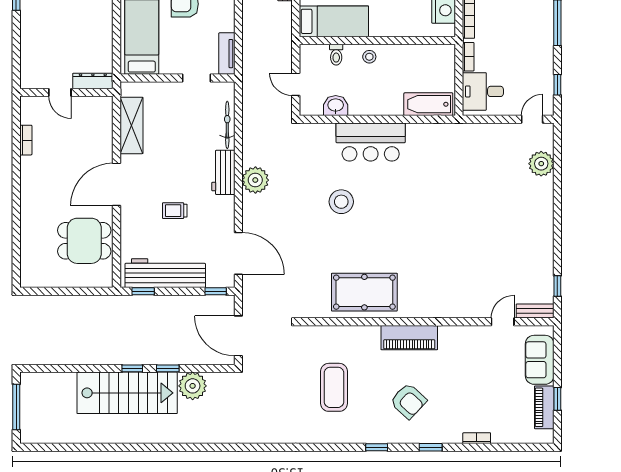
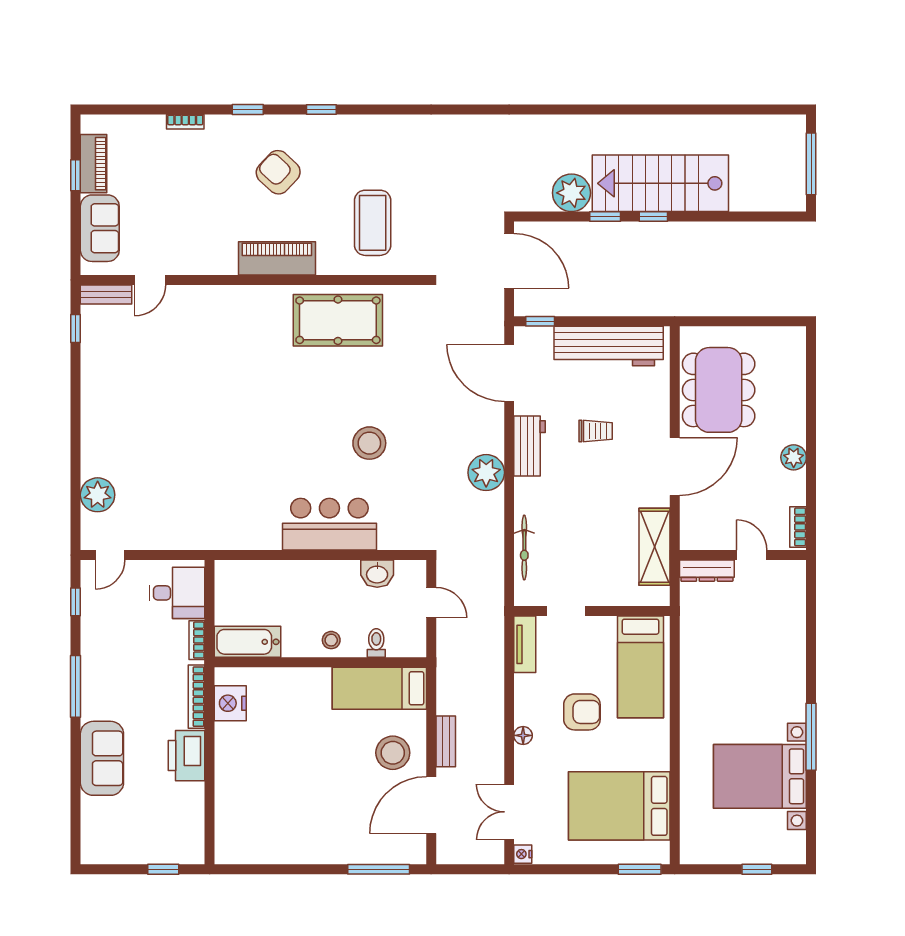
dresser: (93, 81) -> (707, 571), moved
door: (60, 92) -> (752, 555), moved
wall: (66, 92) -> (743, 555), moved
bathtub: (428, 104) -> (248, 642), moved, turned 180
workbench: (223, 172) -> (530, 446), moved
plant: (29, 191) -> (794, 457), added
dining table: (84, 241) -> (719, 390), width x1.38
window: (143, 291) -> (639, 321), removed
coffee table: (334, 387) -> (373, 223), moved

